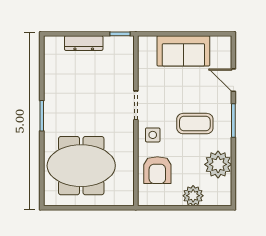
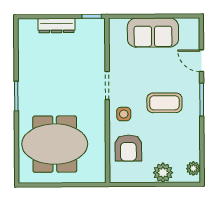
plant: (218, 164) -> (193, 168), moved, width x0.53, depth x0.53

